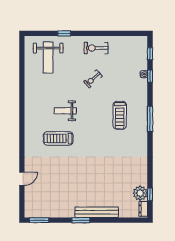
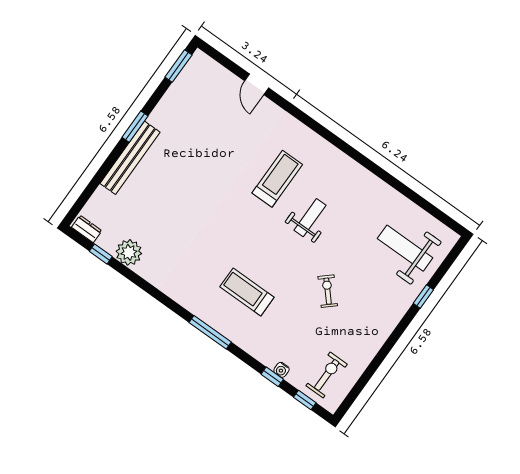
exercise bike: (96, 48) -> (327, 375), moved
plant: (140, 193) -> (129, 252), moved

